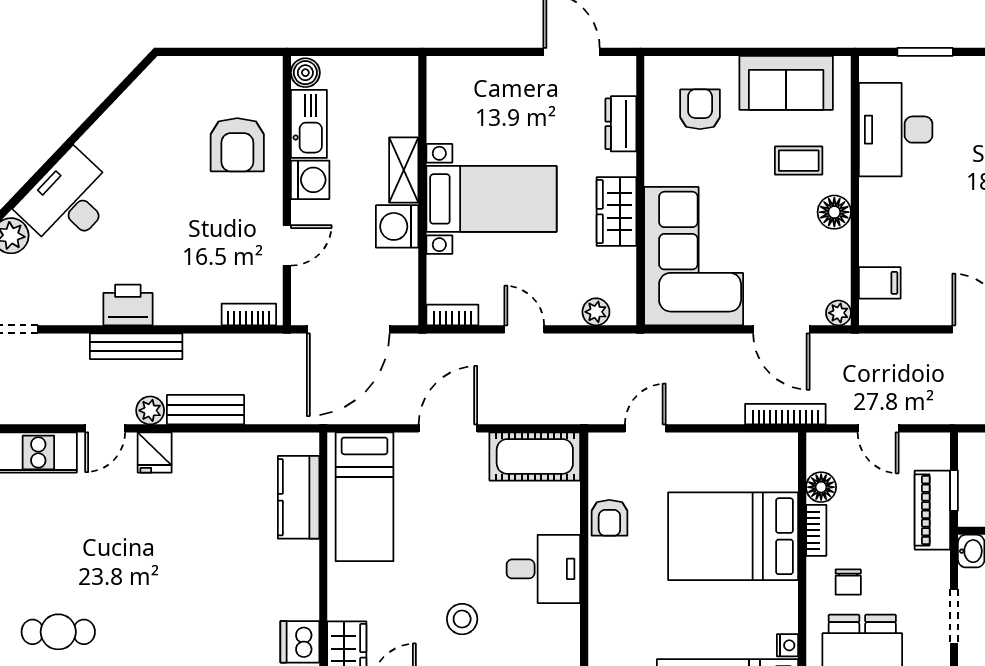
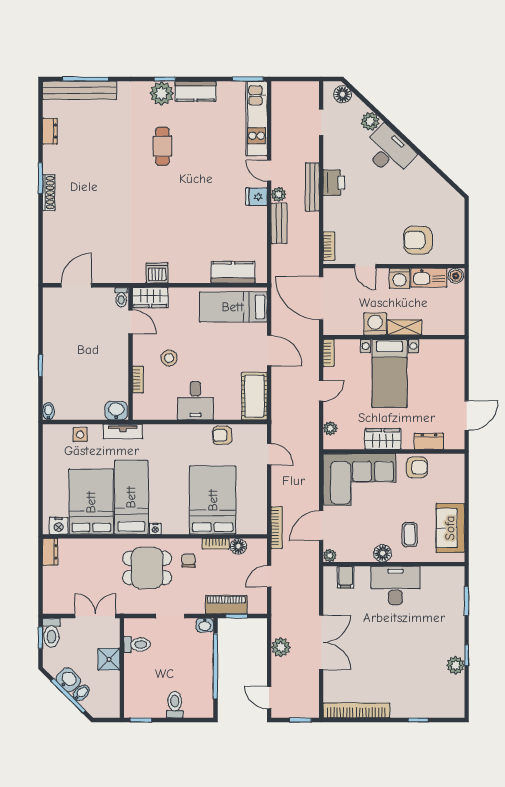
armchair: (700, 109) -> (417, 467), moved
desk: (896, 130) -> (395, 585), moved
chair: (848, 582) -> (189, 561), turned 90

